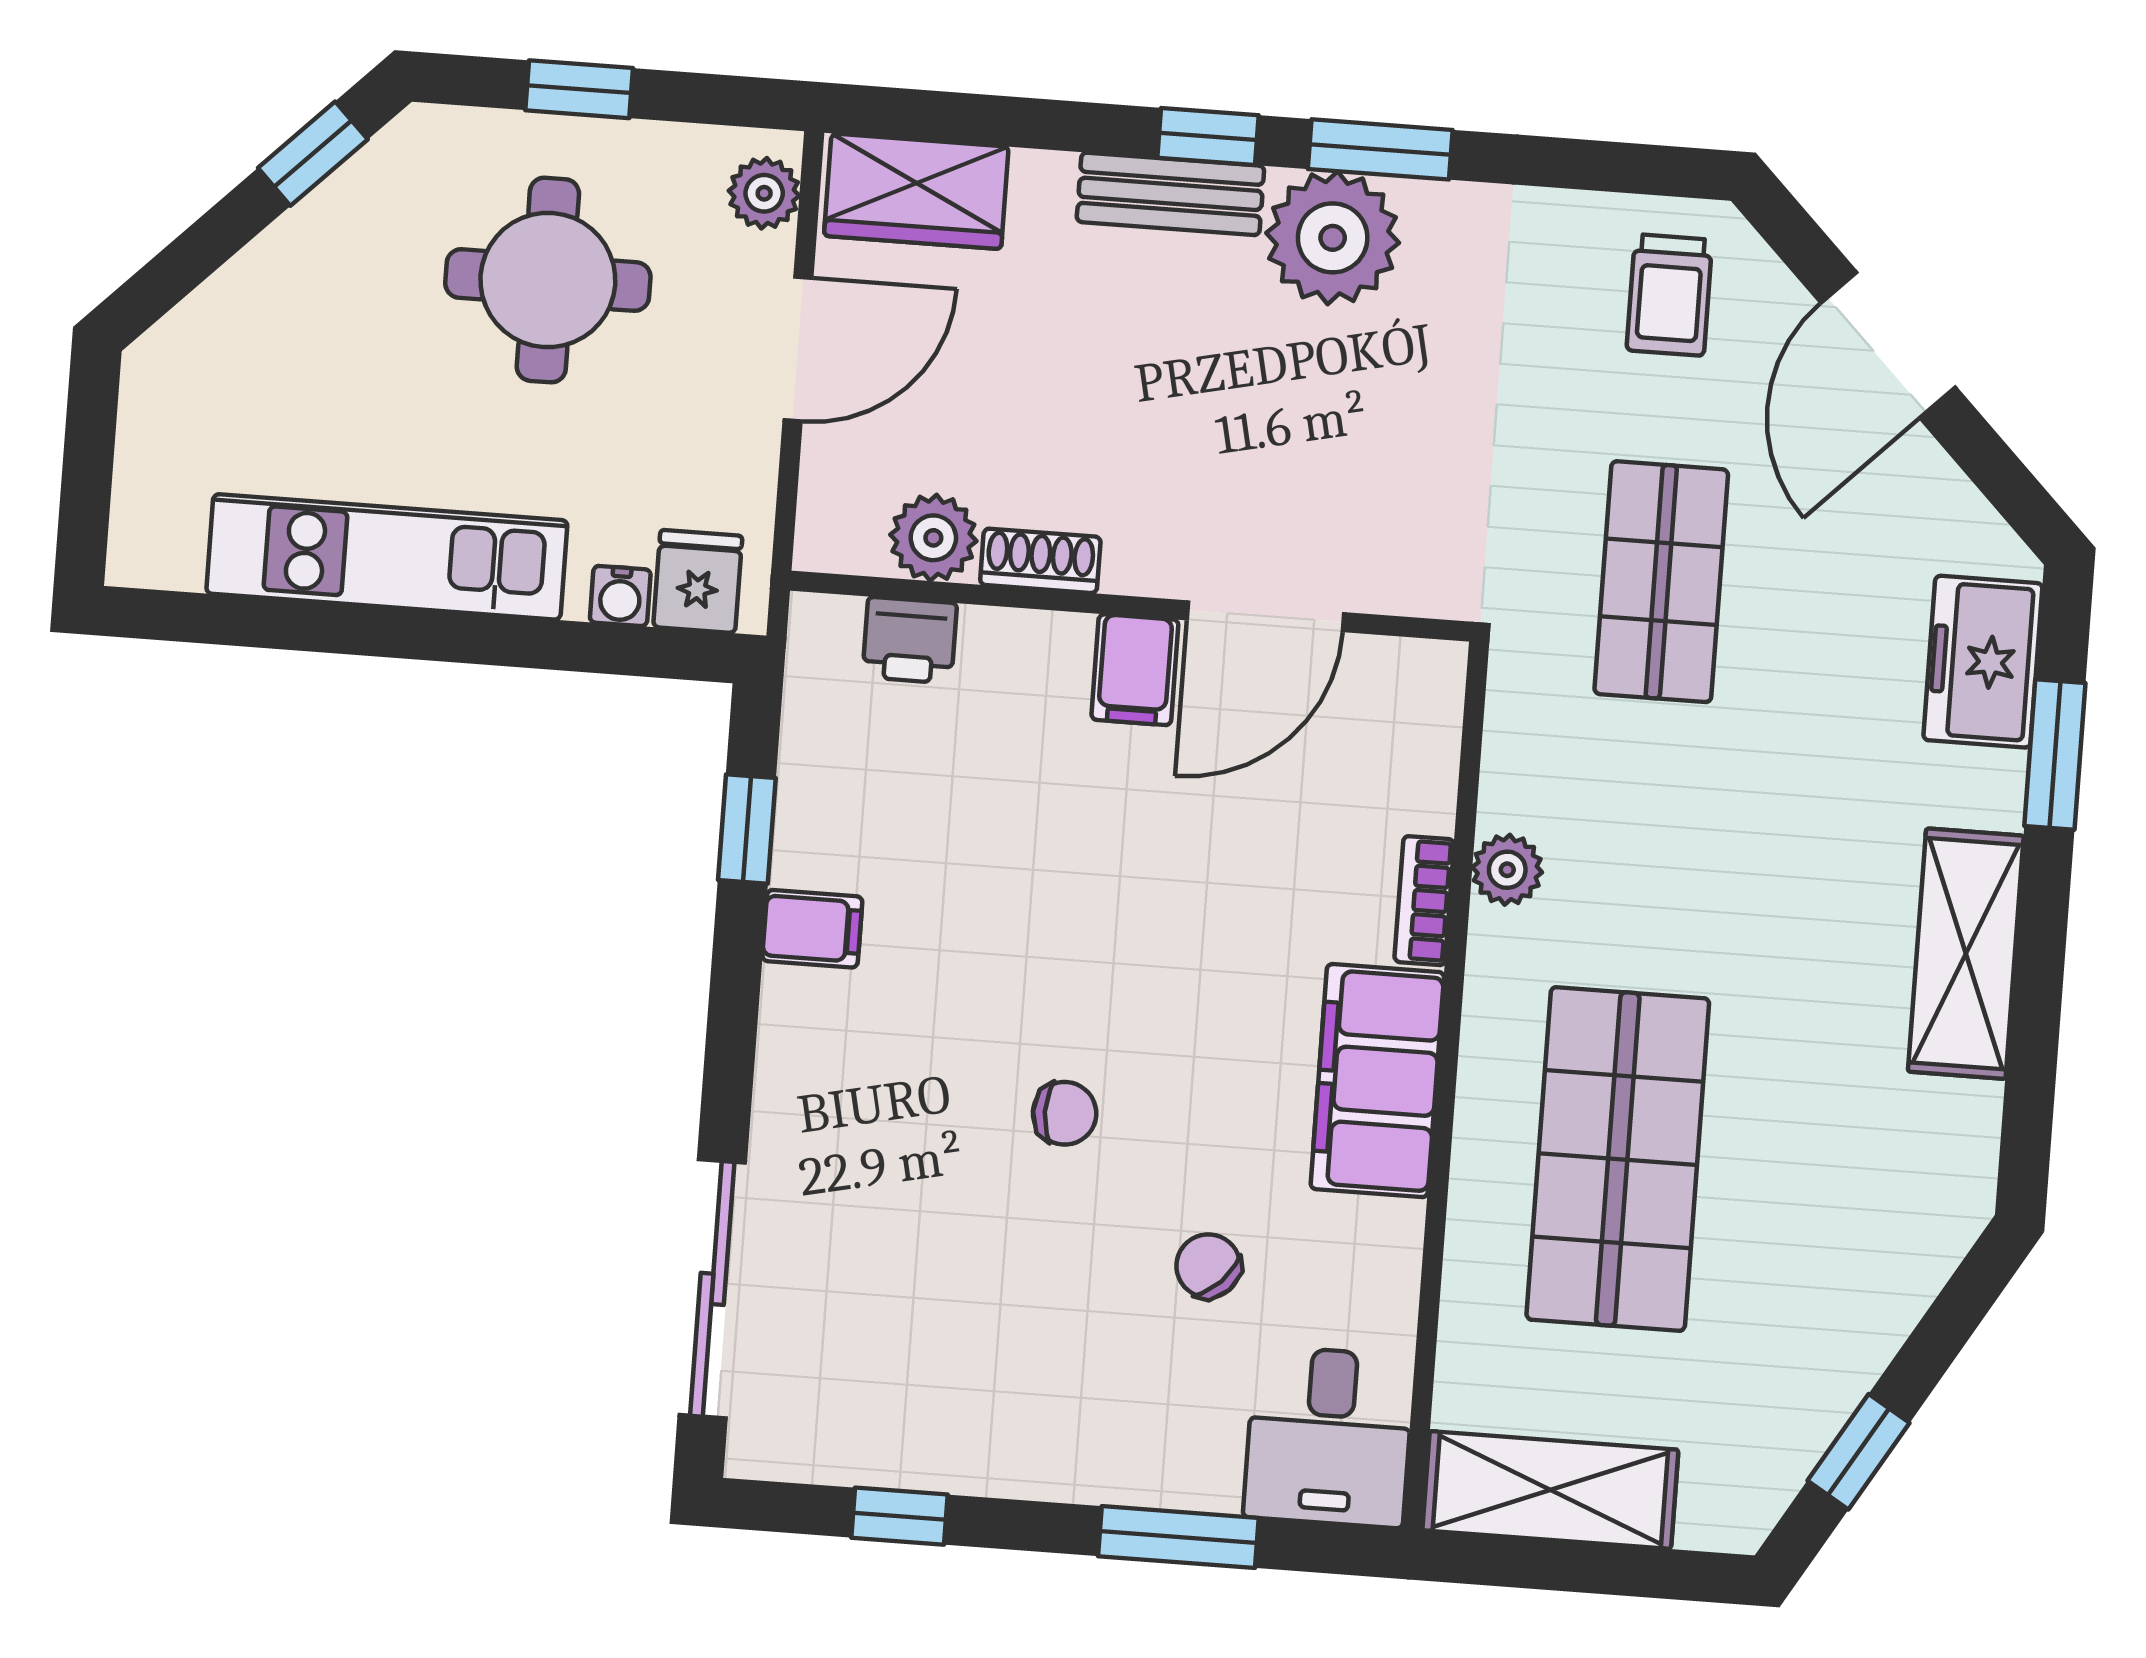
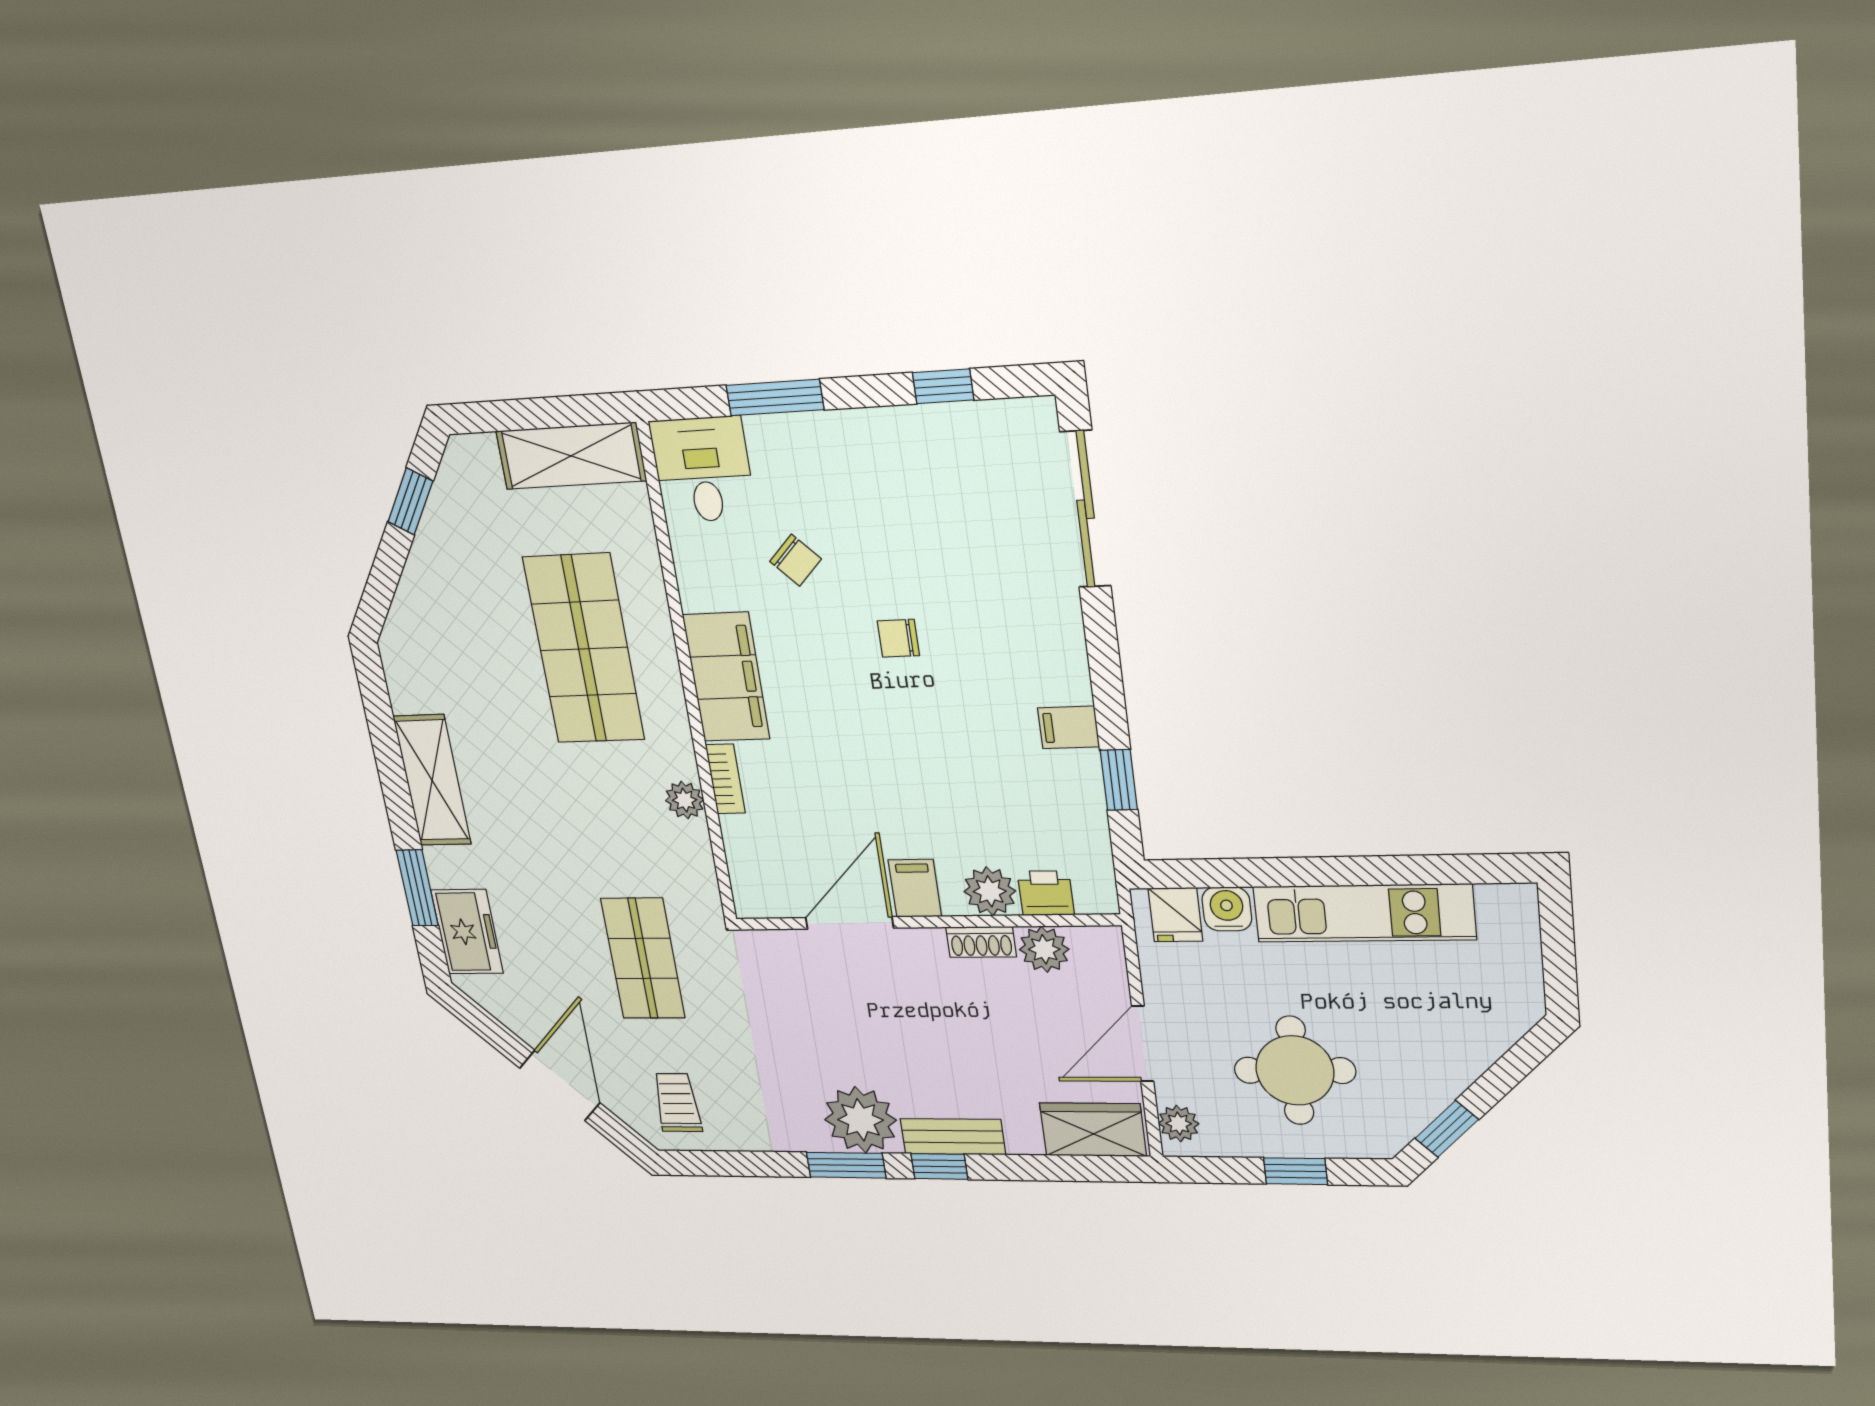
water cooler: (620, 596) -> (1227, 909), width x1.38, depth x1.38
plant: (1006, 652) -> (990, 891), added

